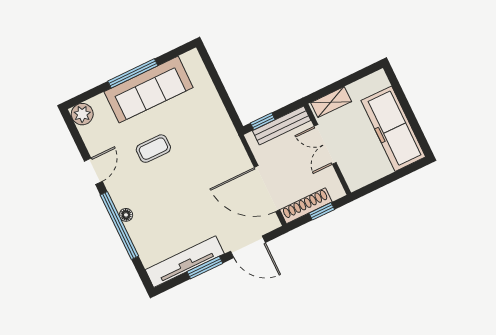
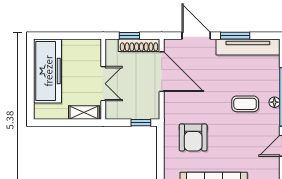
bench: (282, 125) -> (128, 113), removed
armchair: (197, 133) -> (193, 137), added
coffee table: (153, 149) -> (245, 104), moved

